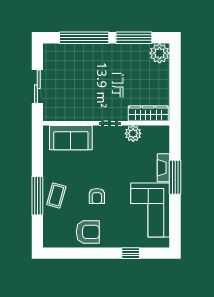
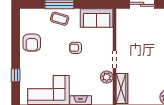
sofa: (71, 138) -> (97, 18), moved, turned -90
armchair: (97, 196) -> (76, 48), moved

